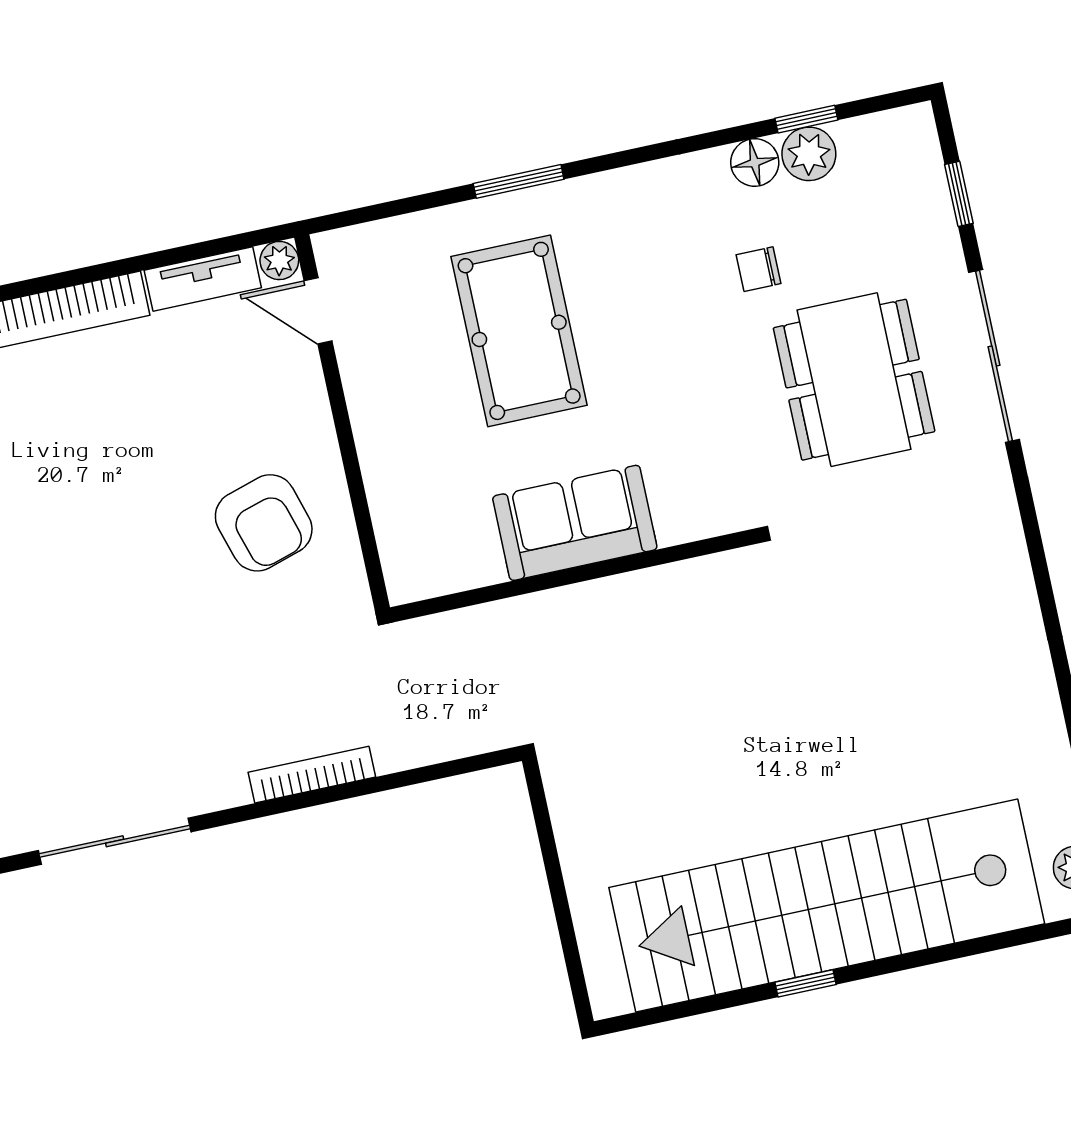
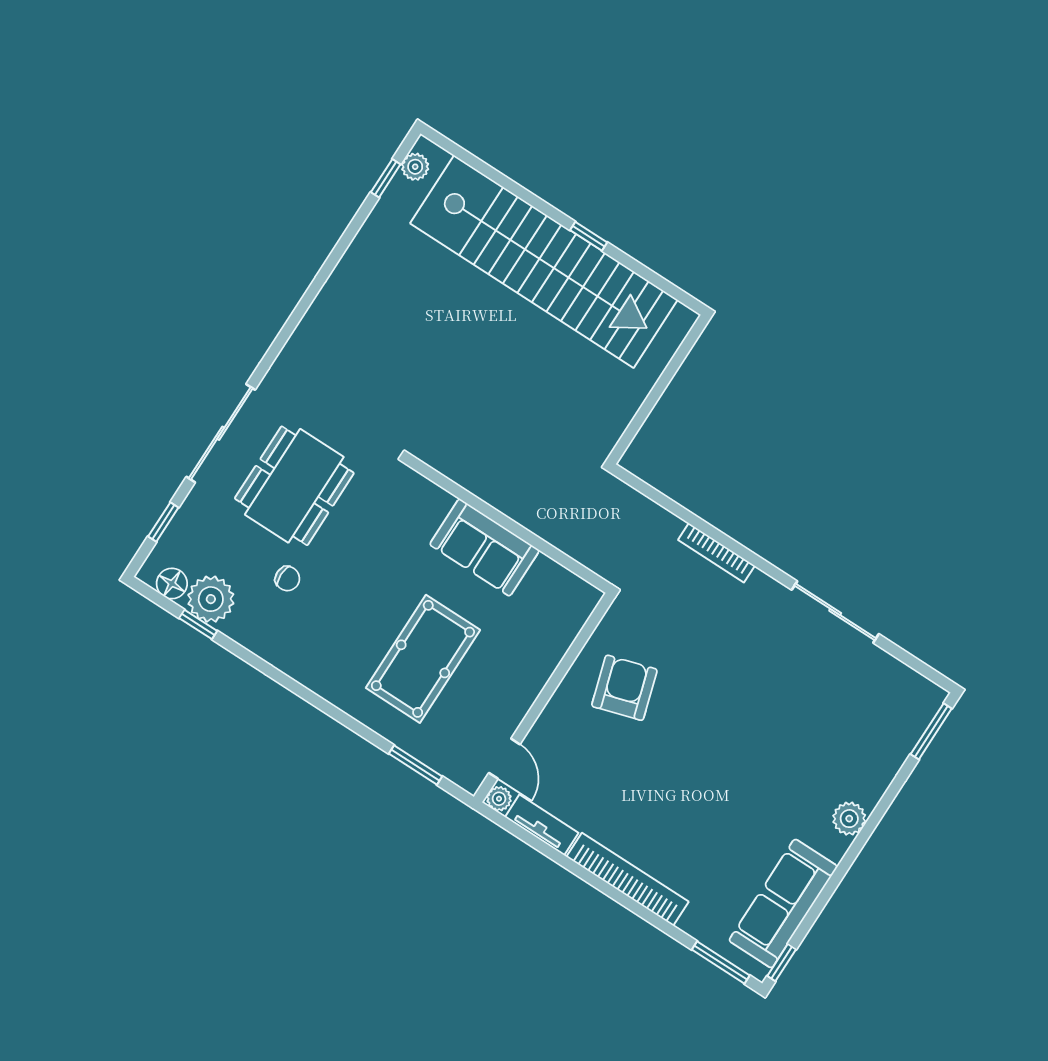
plant: (809, 154) -> (211, 599), width x1.36, depth x1.36
floor lamp: (755, 163) -> (172, 584), moved
window: (519, 181) -> (415, 765), moved

